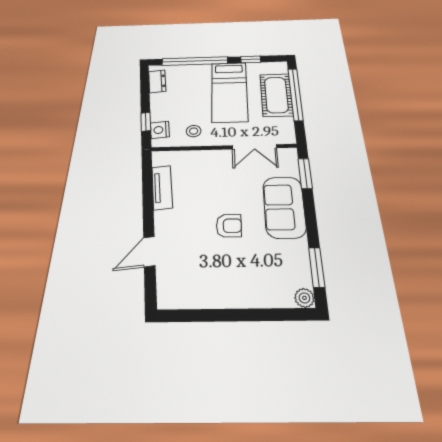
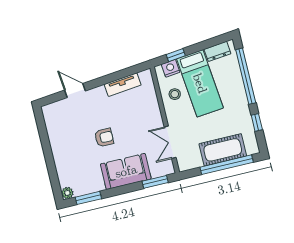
bed: (229, 91) -> (200, 83), moved, turned -96
armchair: (229, 226) -> (104, 137), turned -90

